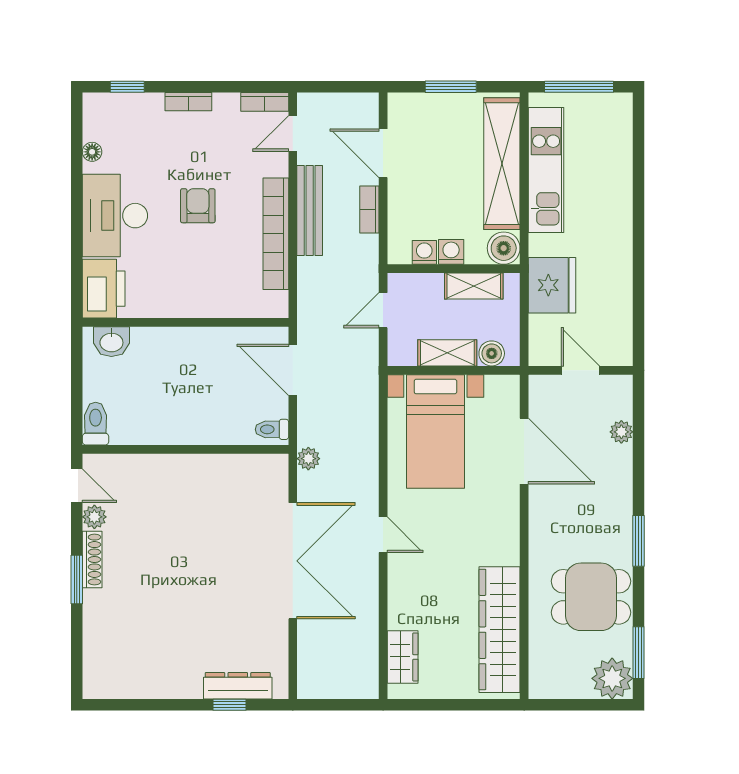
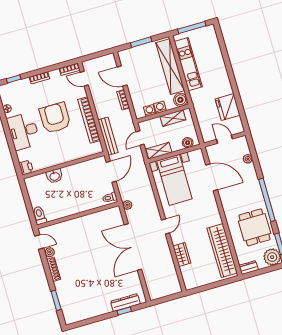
door: (293, 134) -> (84, 79), hinge flipped
armchair: (198, 206) -> (55, 118), width x1.88, depth x1.88
bench: (310, 211) -> (108, 136), moved
fridge: (552, 285) -> (228, 107), moved, turned 180
printer: (104, 289) -> (26, 167), width x0.53, depth x0.68
washbasin: (111, 342) -> (54, 176), moved
shelving: (447, 353) -> (159, 151), moved
door: (293, 370) -> (111, 172), swing flipped
door: (383, 535) -> (165, 227), hinge flipped
window: (639, 541) -> (267, 200), width x2.11
double door: (293, 561) -> (133, 247), swing flipped
window: (77, 580) -> (56, 300), moved
dining table: (591, 597) -> (255, 227), turned 90
wardrobe: (403, 657) -> (182, 254), moved
dresser: (550, 687) -> (249, 268), added

